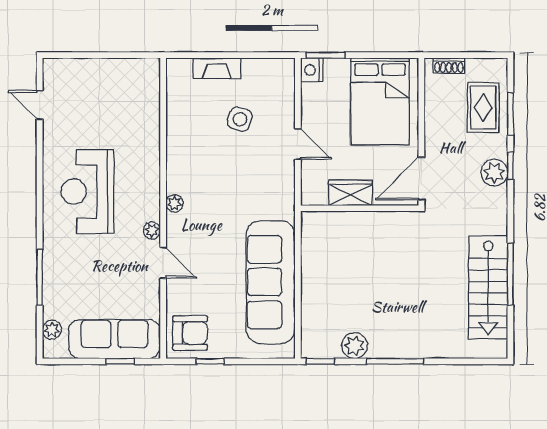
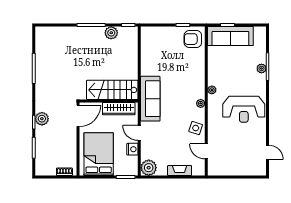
nightstand: (312, 70) -> (132, 149), moved
plant: (279, 74) -> (149, 168), added
rug: (483, 108) -> (47, 151), removed
side table: (240, 119) -> (196, 128), moved
reception desk: (87, 192) -> (244, 109), turned 90
wardrobe: (350, 193) -> (119, 109), width x1.50
door: (163, 263) -> (206, 151), moved
sofa: (271, 282) -> (150, 99), moved, width x0.74, depth x0.79
stairs: (488, 287) -> (112, 90), moved, turned -90
plant: (52, 330) -> (261, 68), moved

